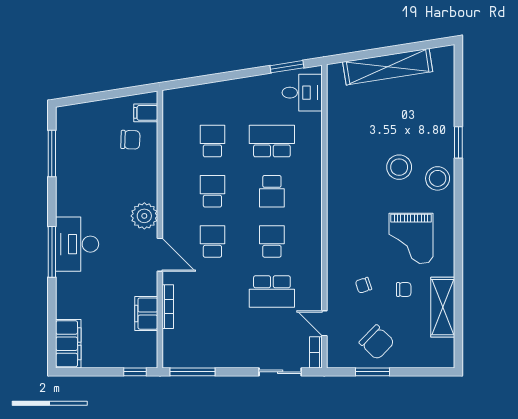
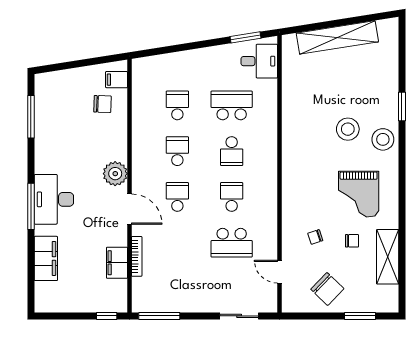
filing cabinet: (68, 344) -> (46, 258), moved
bookcase: (316, 352) -> (272, 298), removed
window: (372, 372) -> (360, 316), moved

